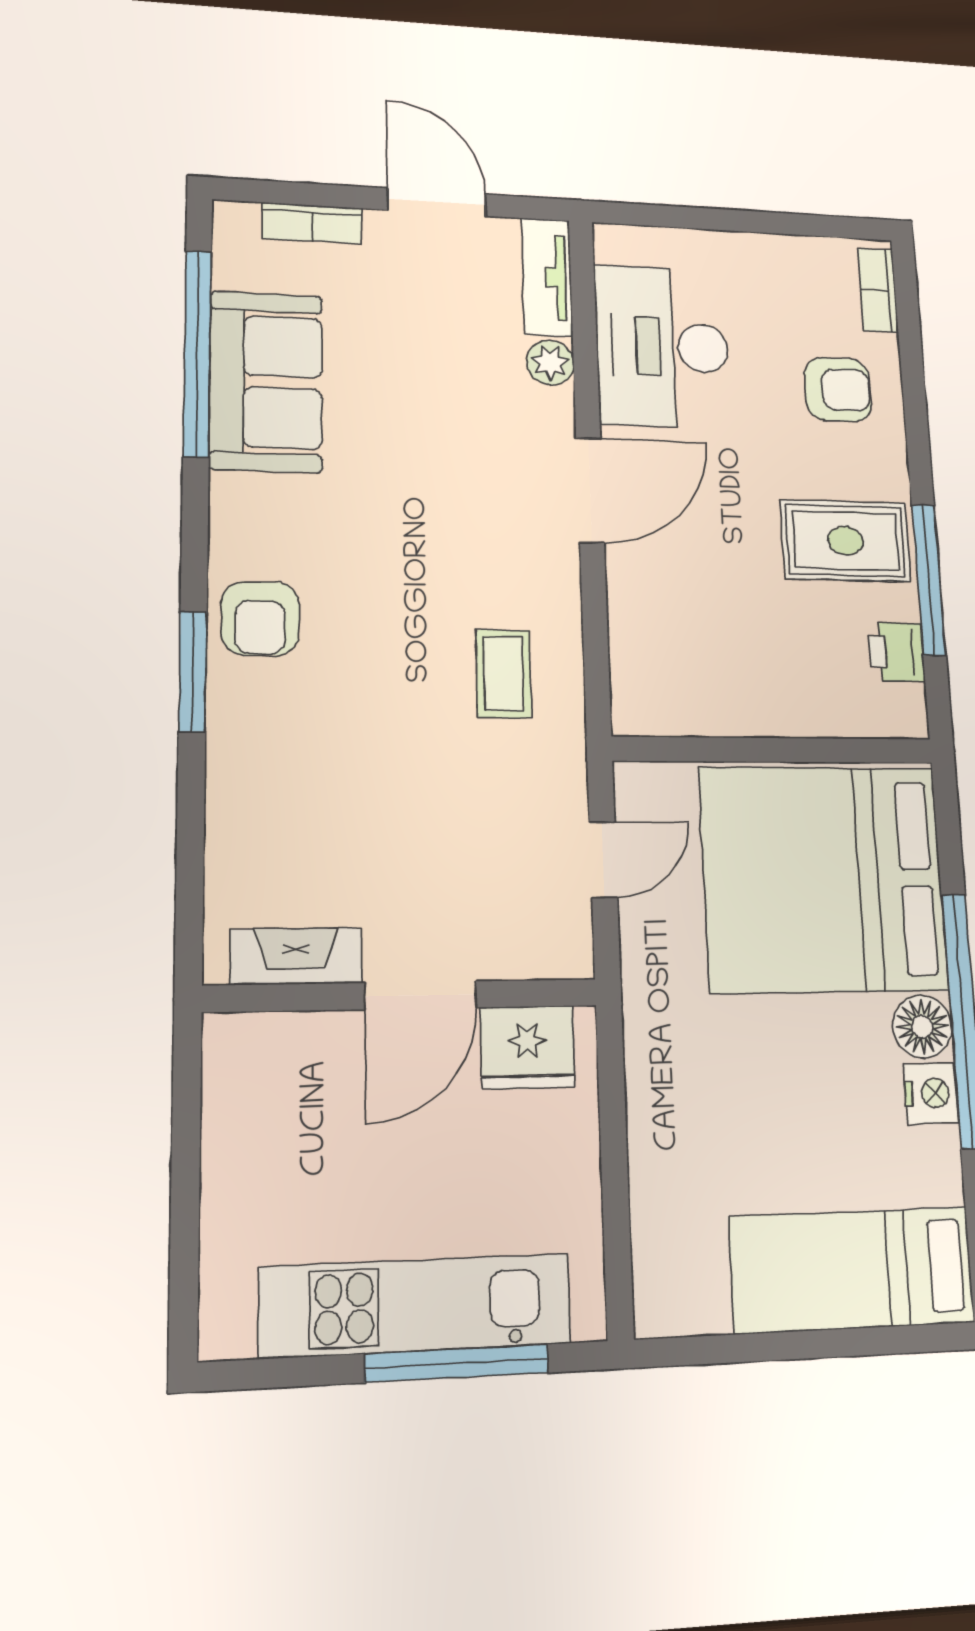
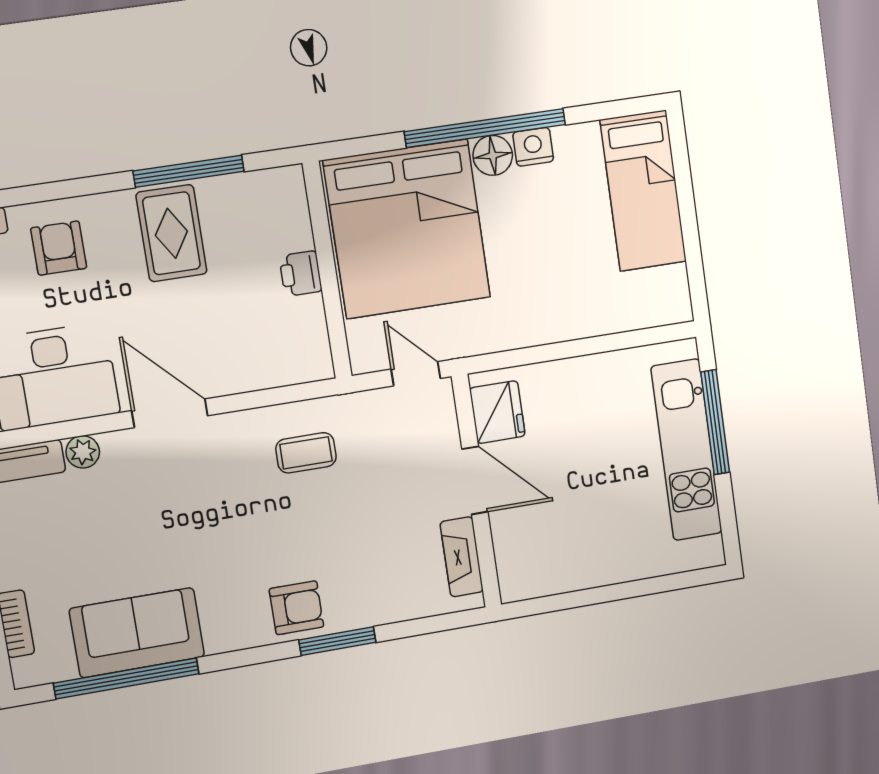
printer: (897, 652) -> (301, 274), moved, turned 90
fireplace: (296, 956) -> (462, 557), moved
door: (421, 995) -> (475, 480), moved
wall: (402, 996) -> (476, 491), moved
fridge: (528, 1047) -> (497, 412), moved

